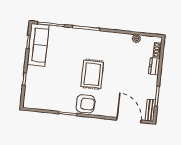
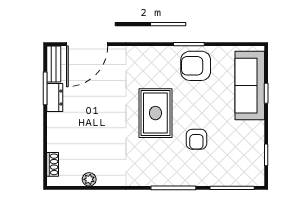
sofa: (38, 45) -> (250, 86), moved
armchair: (69, 56) -> (196, 139), added
dresser: (154, 66) -> (55, 98), moved
armchair: (85, 104) -> (196, 66), moved
door: (129, 120) -> (87, 44), hinge flipped

